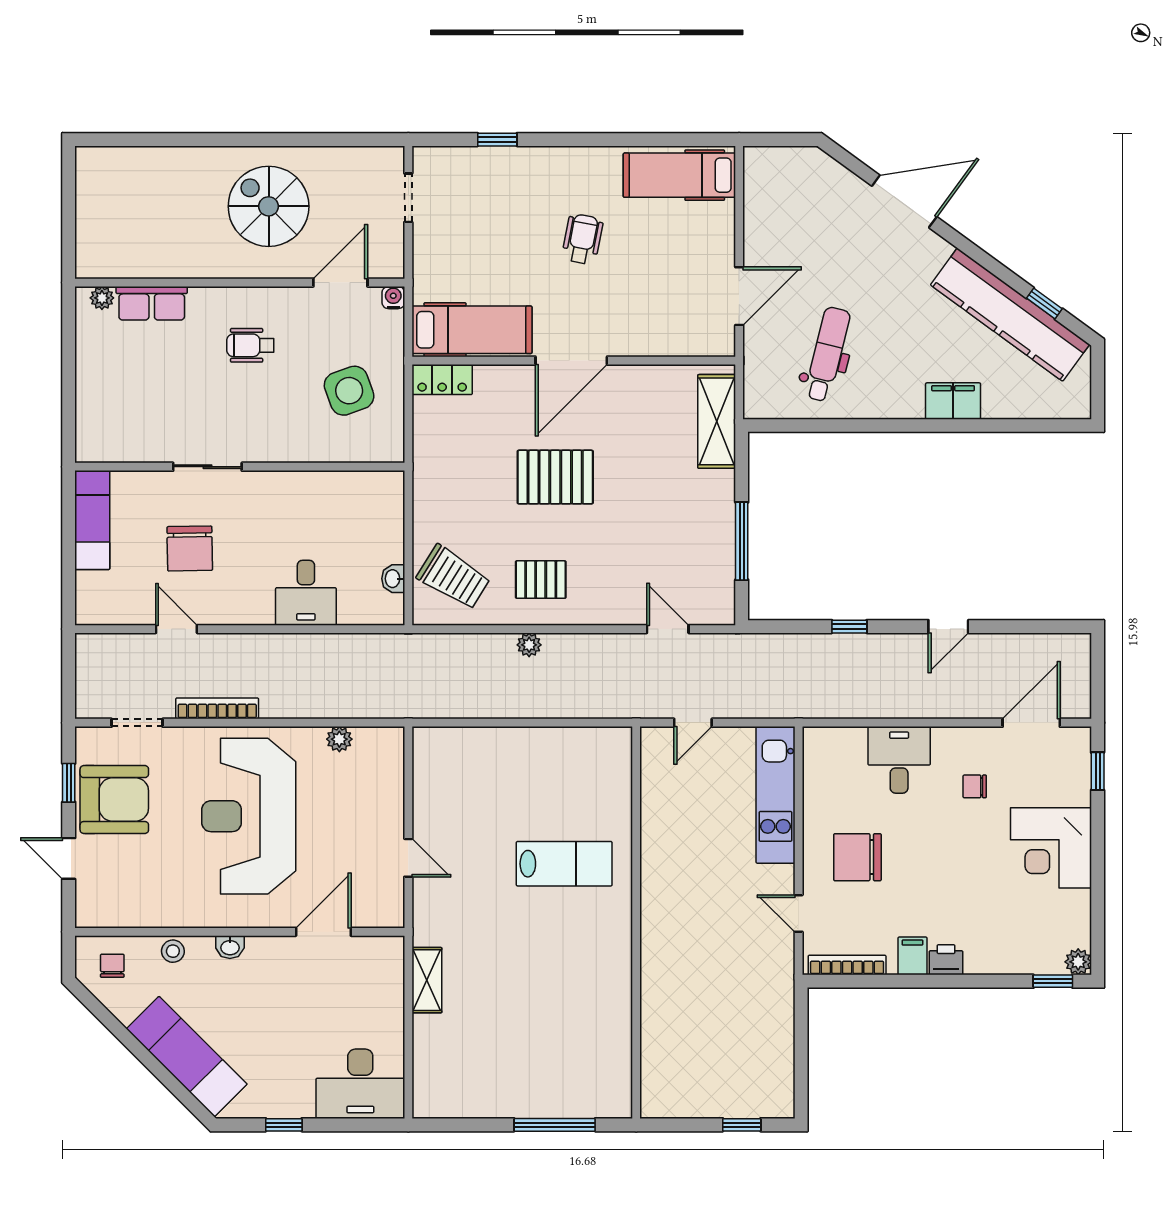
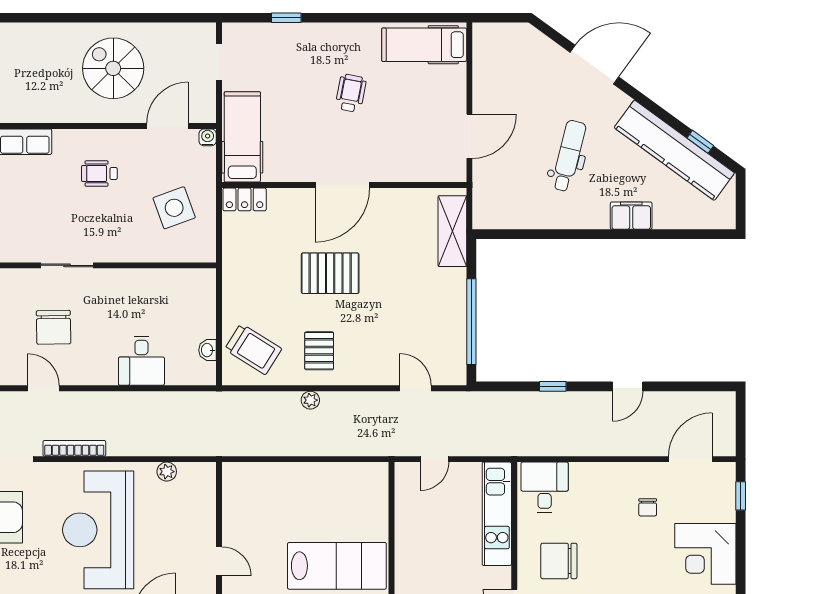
hospital bed: (472, 330) -> (242, 137), moved, turned -90
dental chair: (827, 354) -> (569, 156), moved
window: (742, 541) -> (471, 322), width x1.46
pallet: (541, 580) -> (319, 351), turned 90
desk: (899, 760) -> (545, 487), moved
chair: (975, 786) -> (648, 507), turned -90
lab bench: (564, 864) -> (337, 566), width x1.36, depth x1.39

